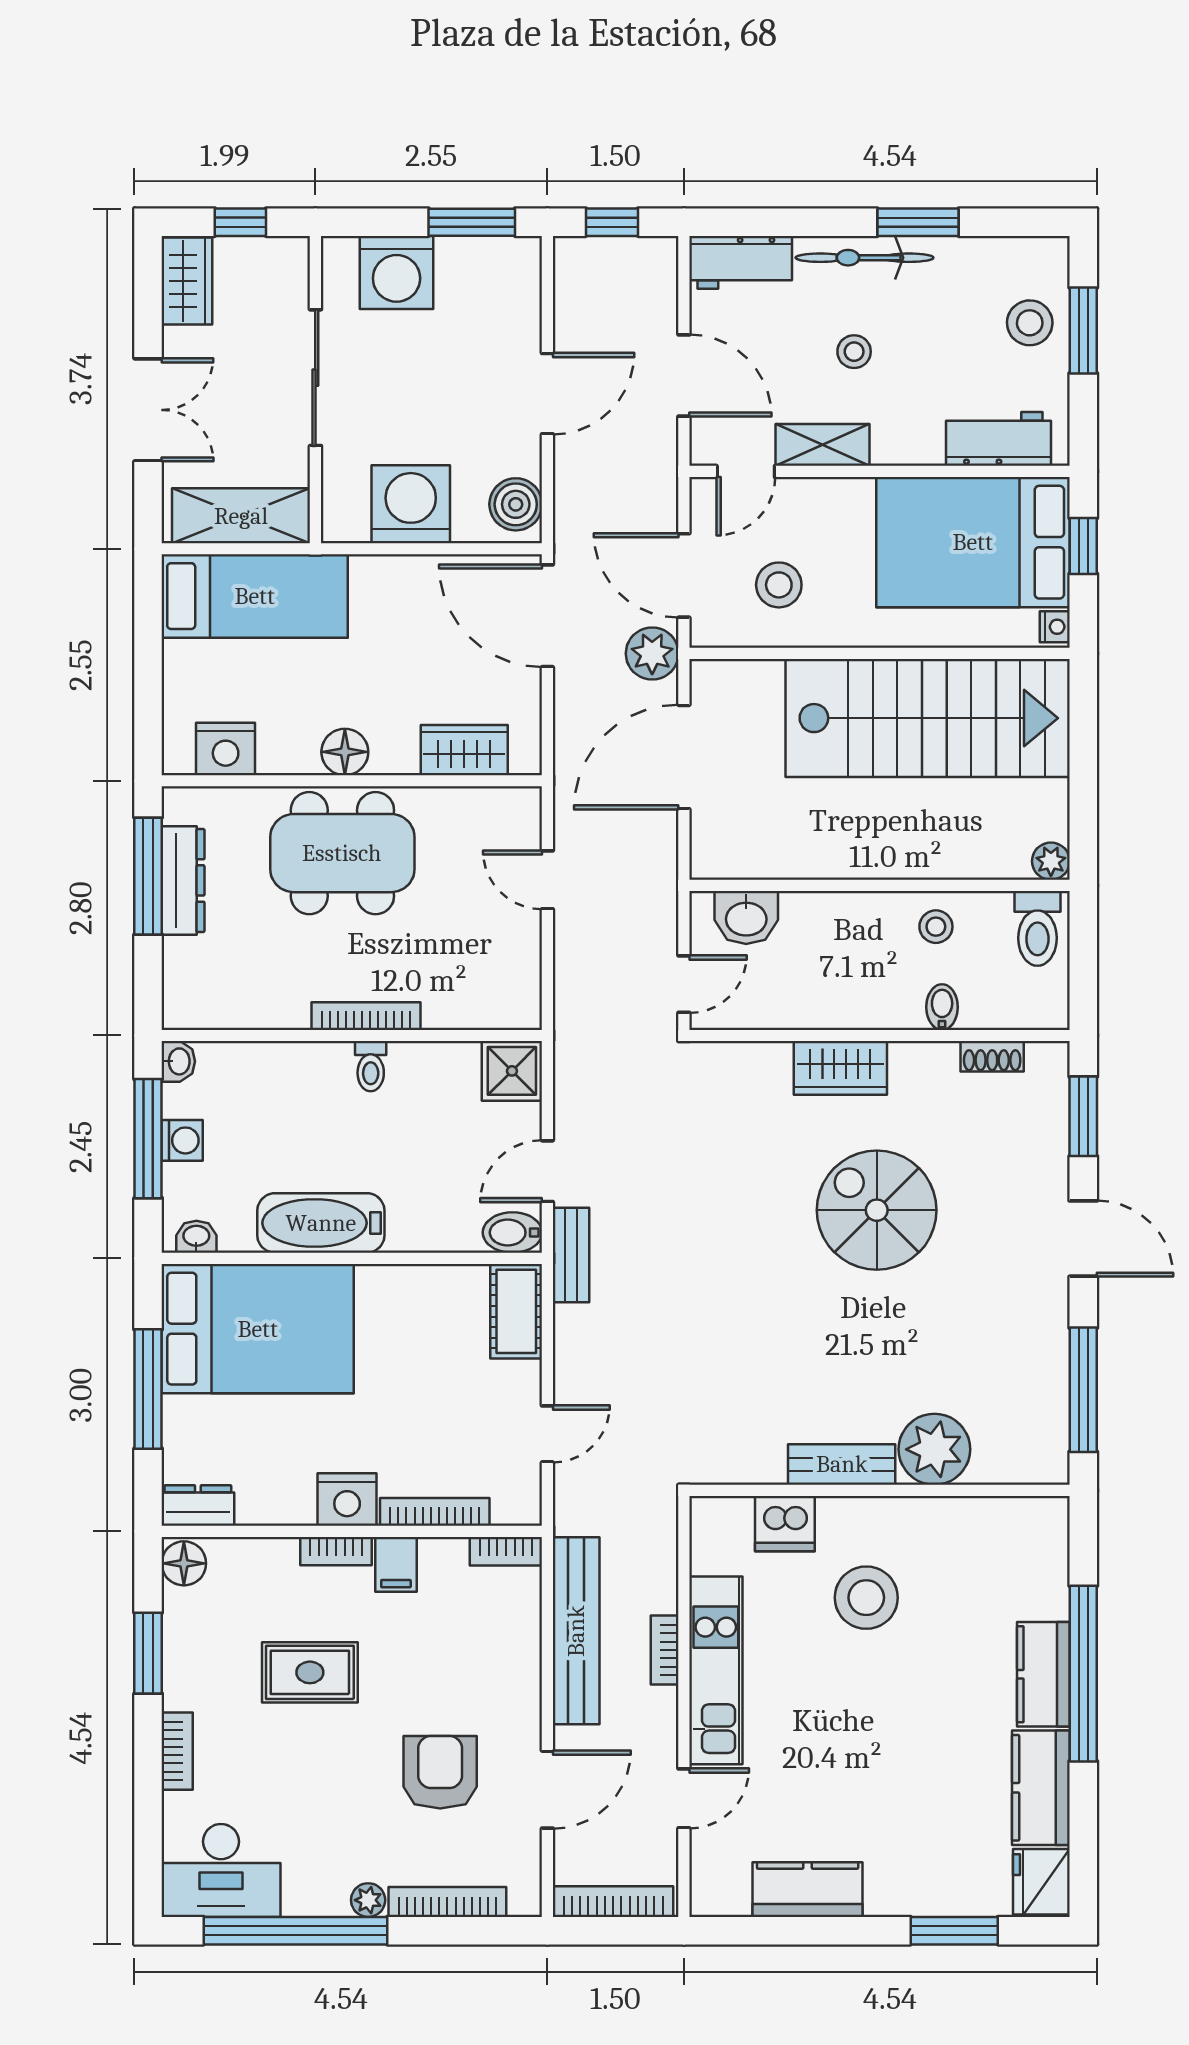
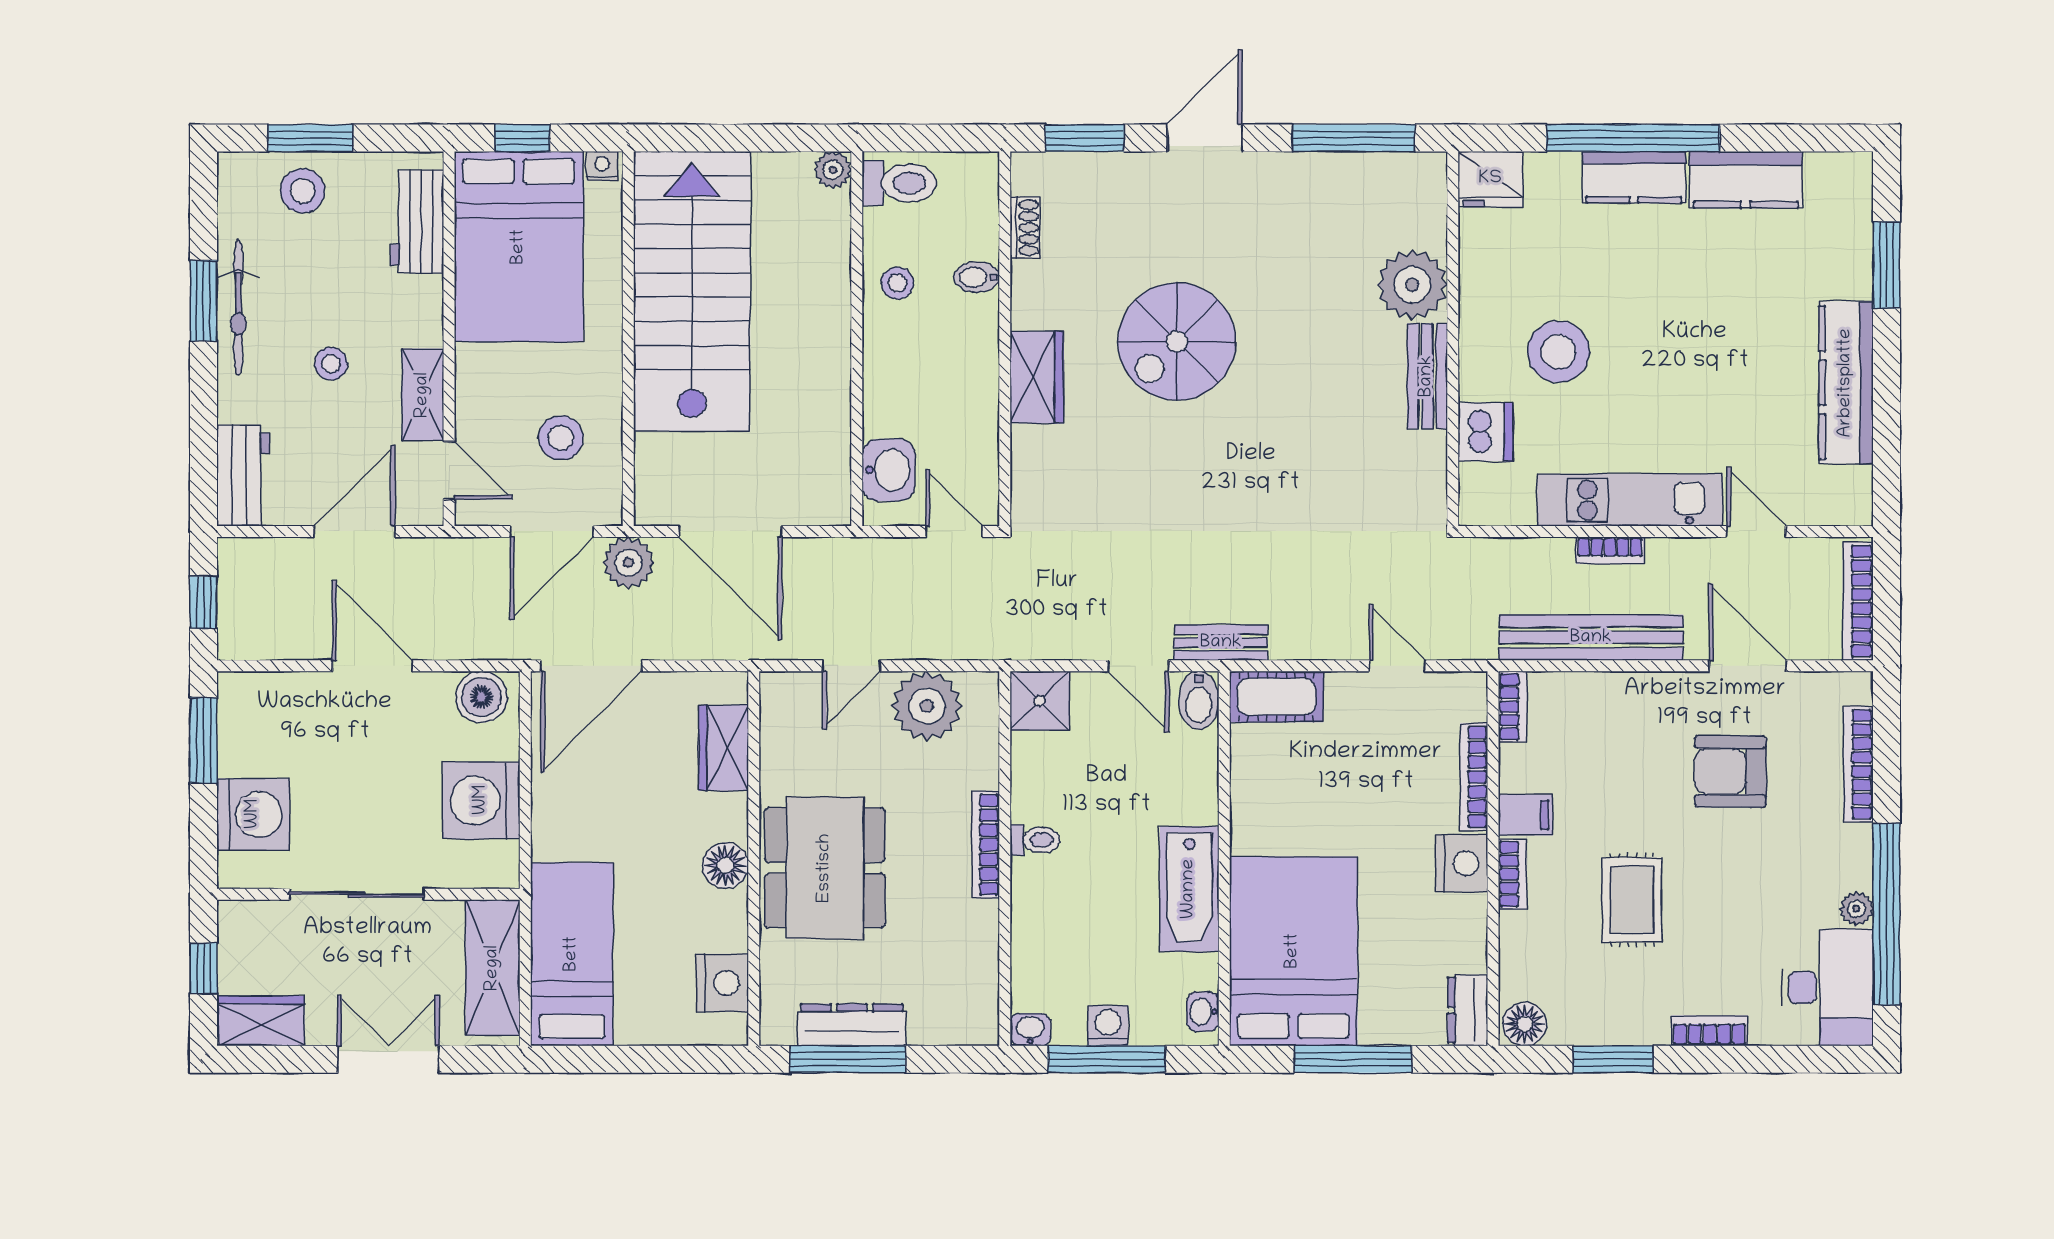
bicycle: (865, 258) -> (238, 307), moved
plant: (507, 957) -> (927, 706), added
fridge: (1041, 1882) -> (1490, 179), moved
kitchen counter: (808, 1890) -> (1846, 383), width x1.50
plant: (368, 1900) -> (1856, 909), moved

